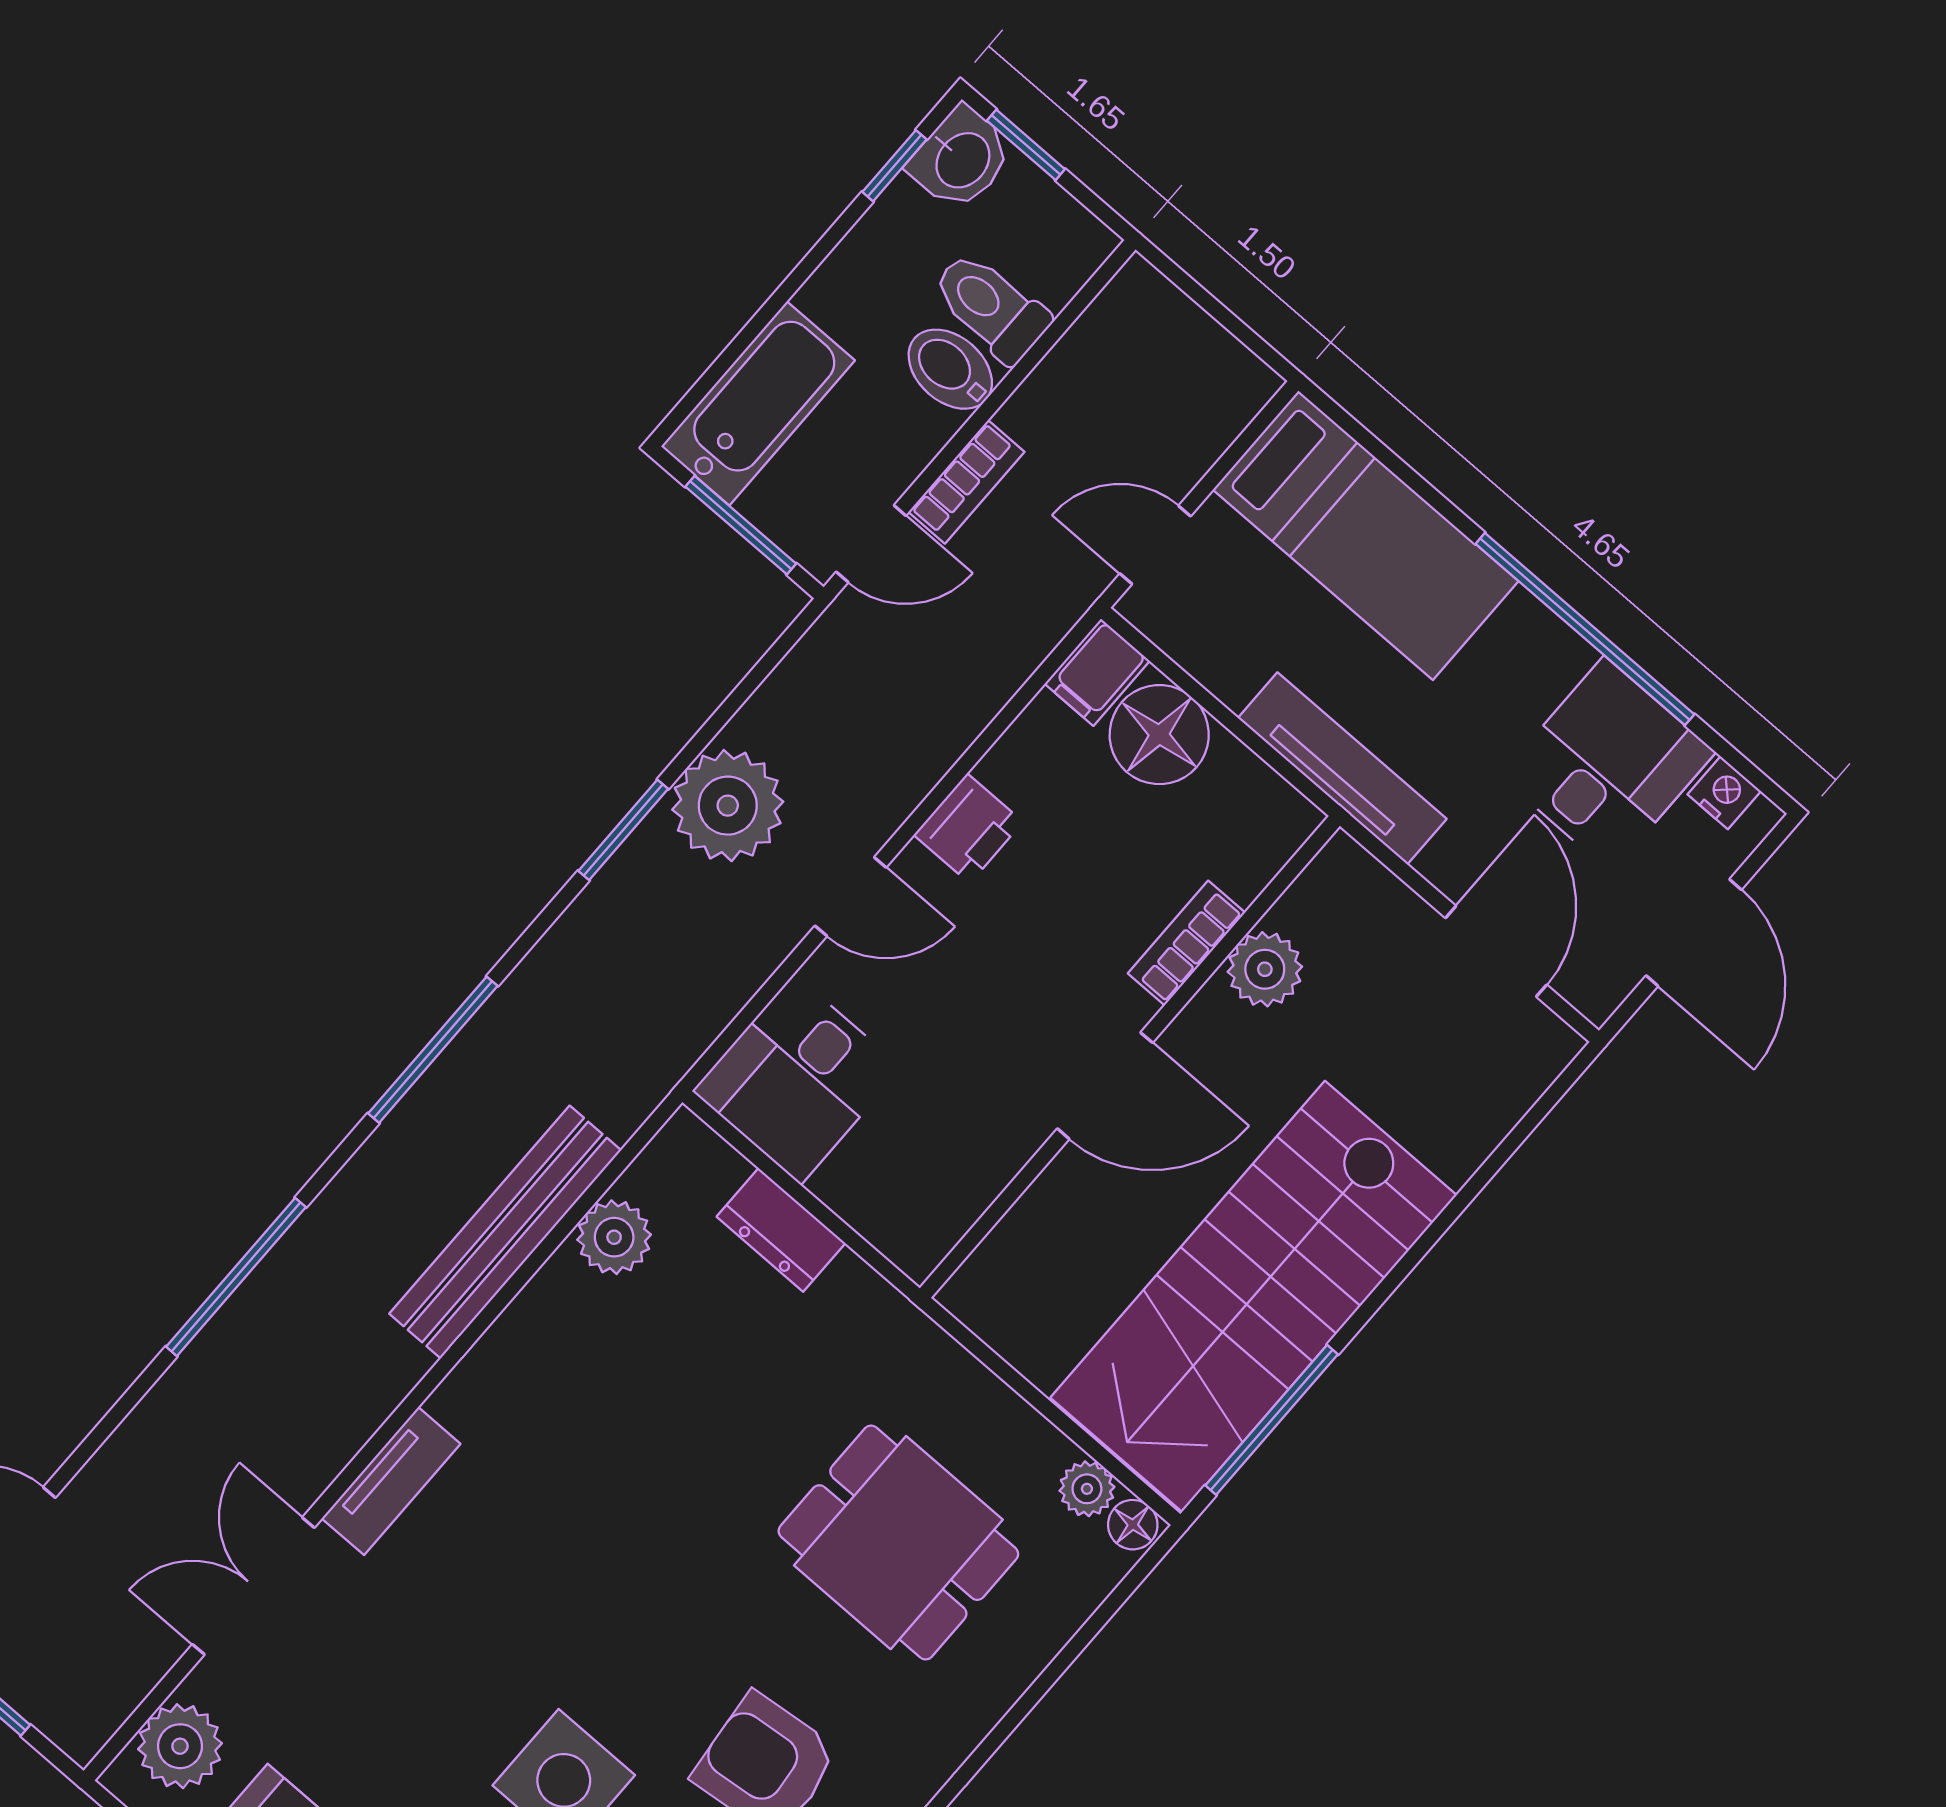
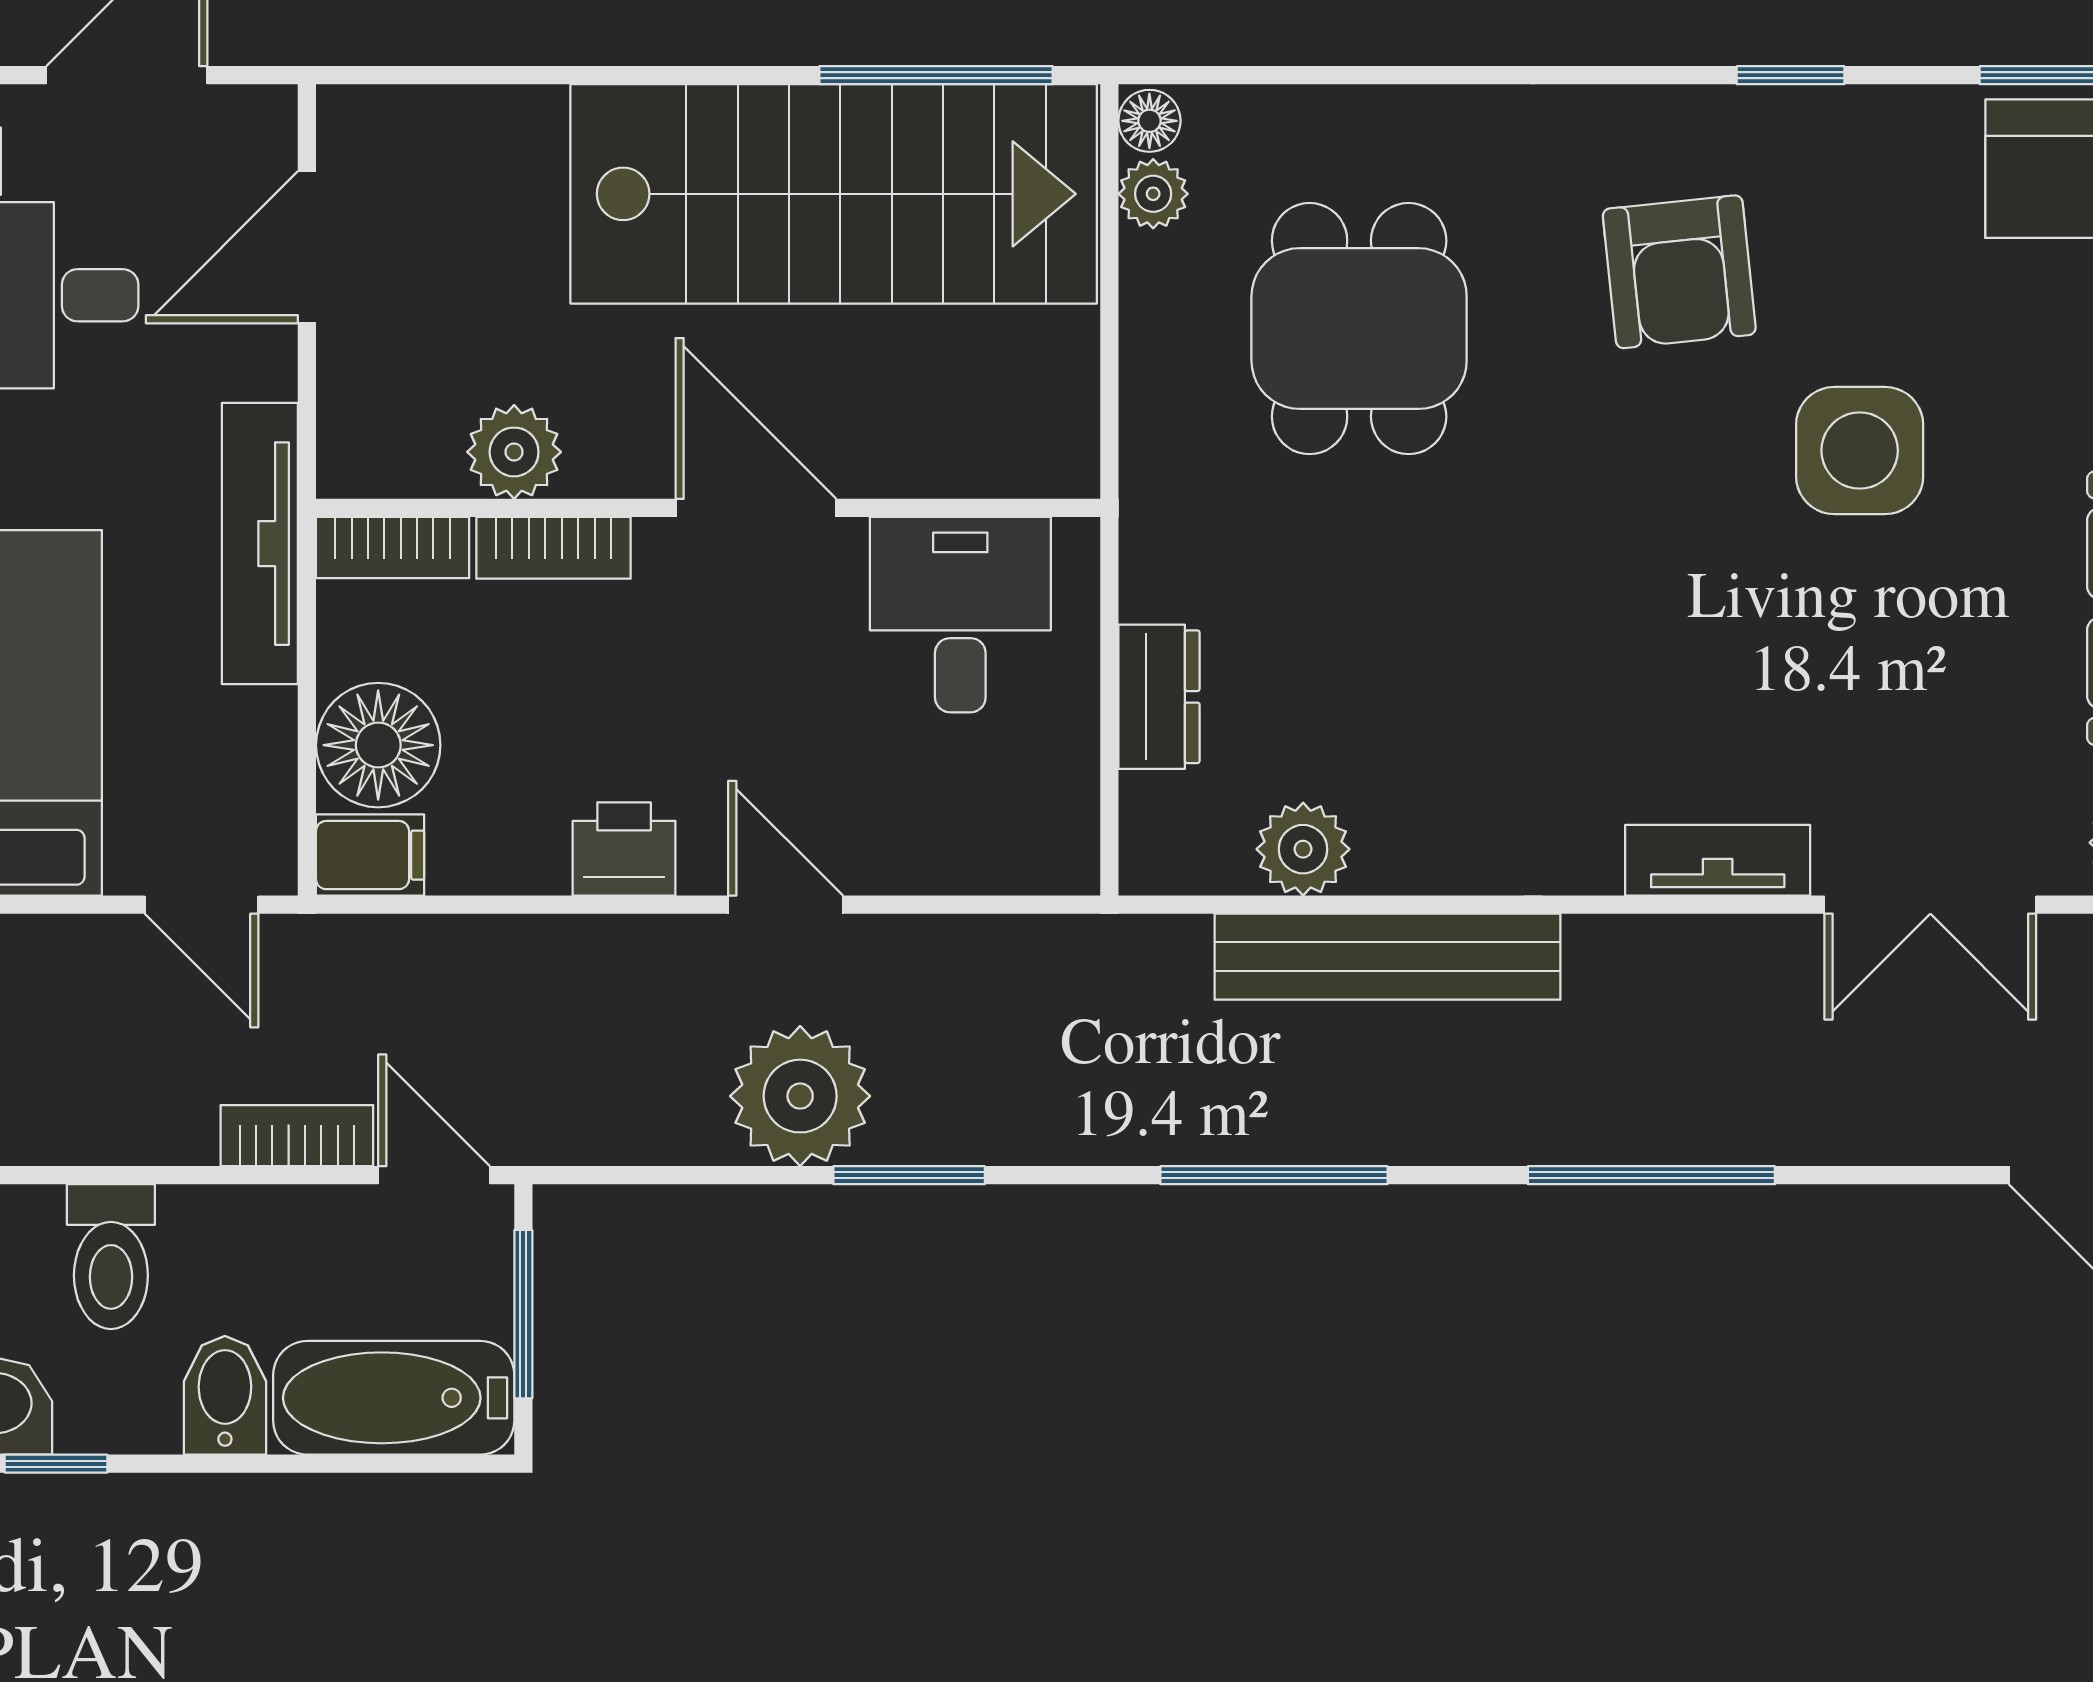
bidet: (950, 369) -> (225, 1395), moved, turned 180
bookcase: (1271, 846) -> (393, 548), added
desk: (797, 1079) -> (960, 615), moved, turned -90

